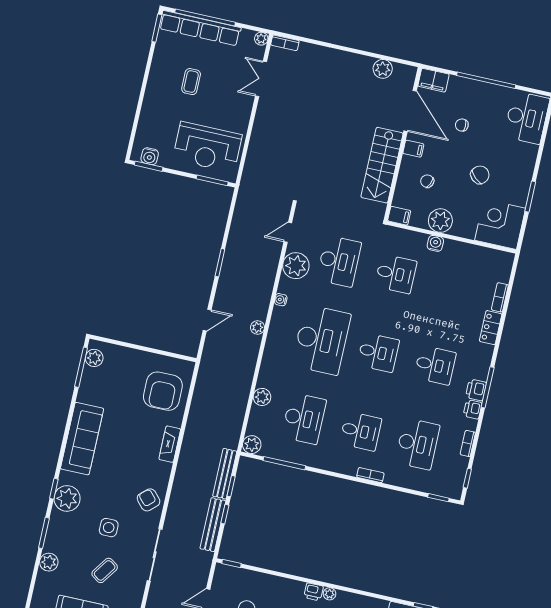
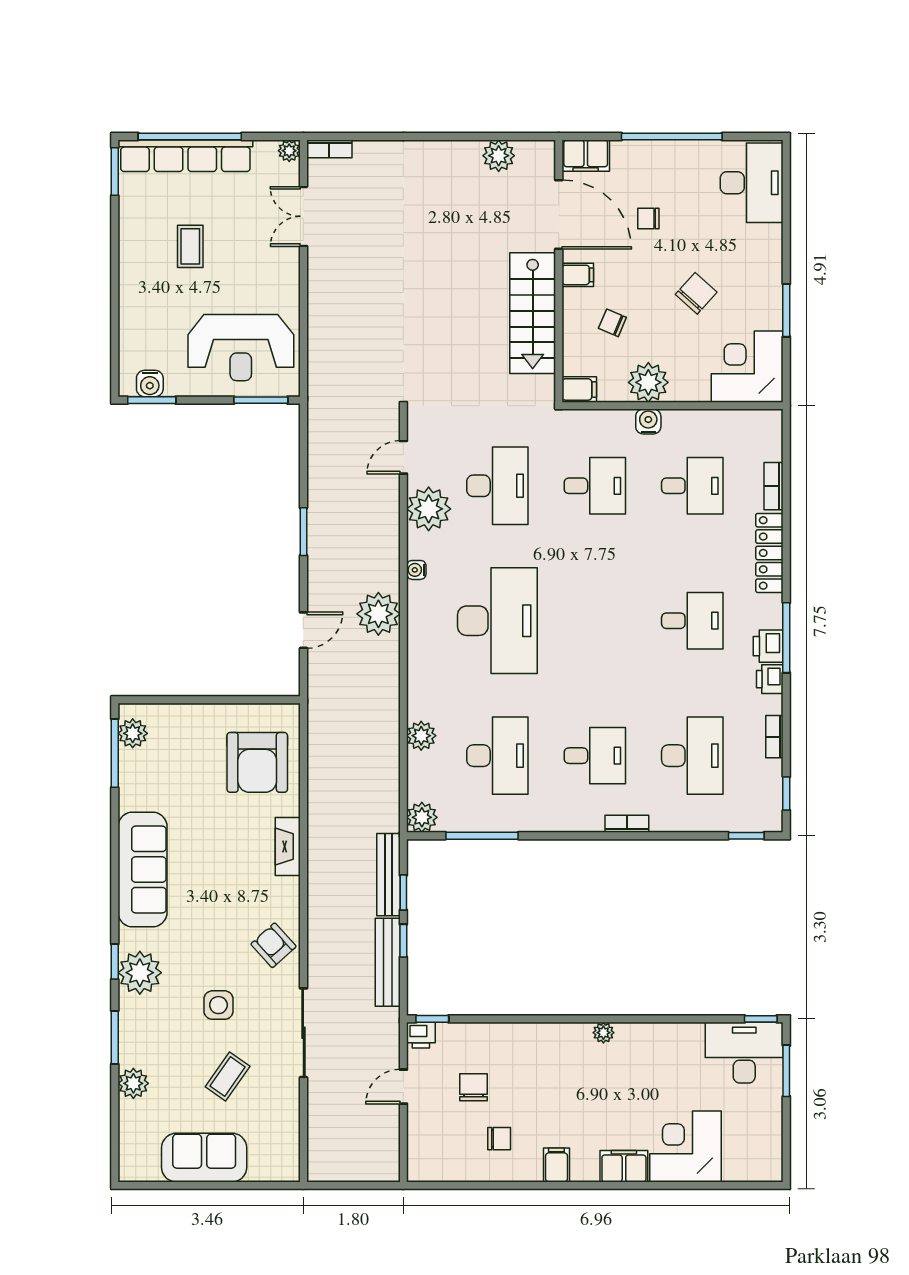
plant: (257, 327) -> (378, 614), width x1.87, depth x1.87
locker: (491, 328) -> (769, 553), width x1.53
desk: (378, 353) -> (692, 486), moved
printer: (314, 592) -> (421, 1035), moved

